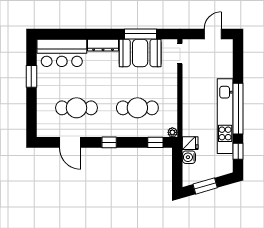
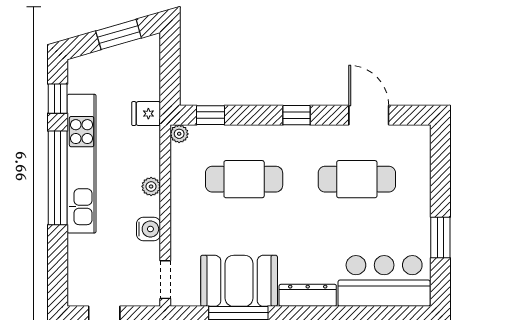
plant: (188, 104) -> (151, 186), added
water cooler: (189, 157) -> (149, 229), moved

